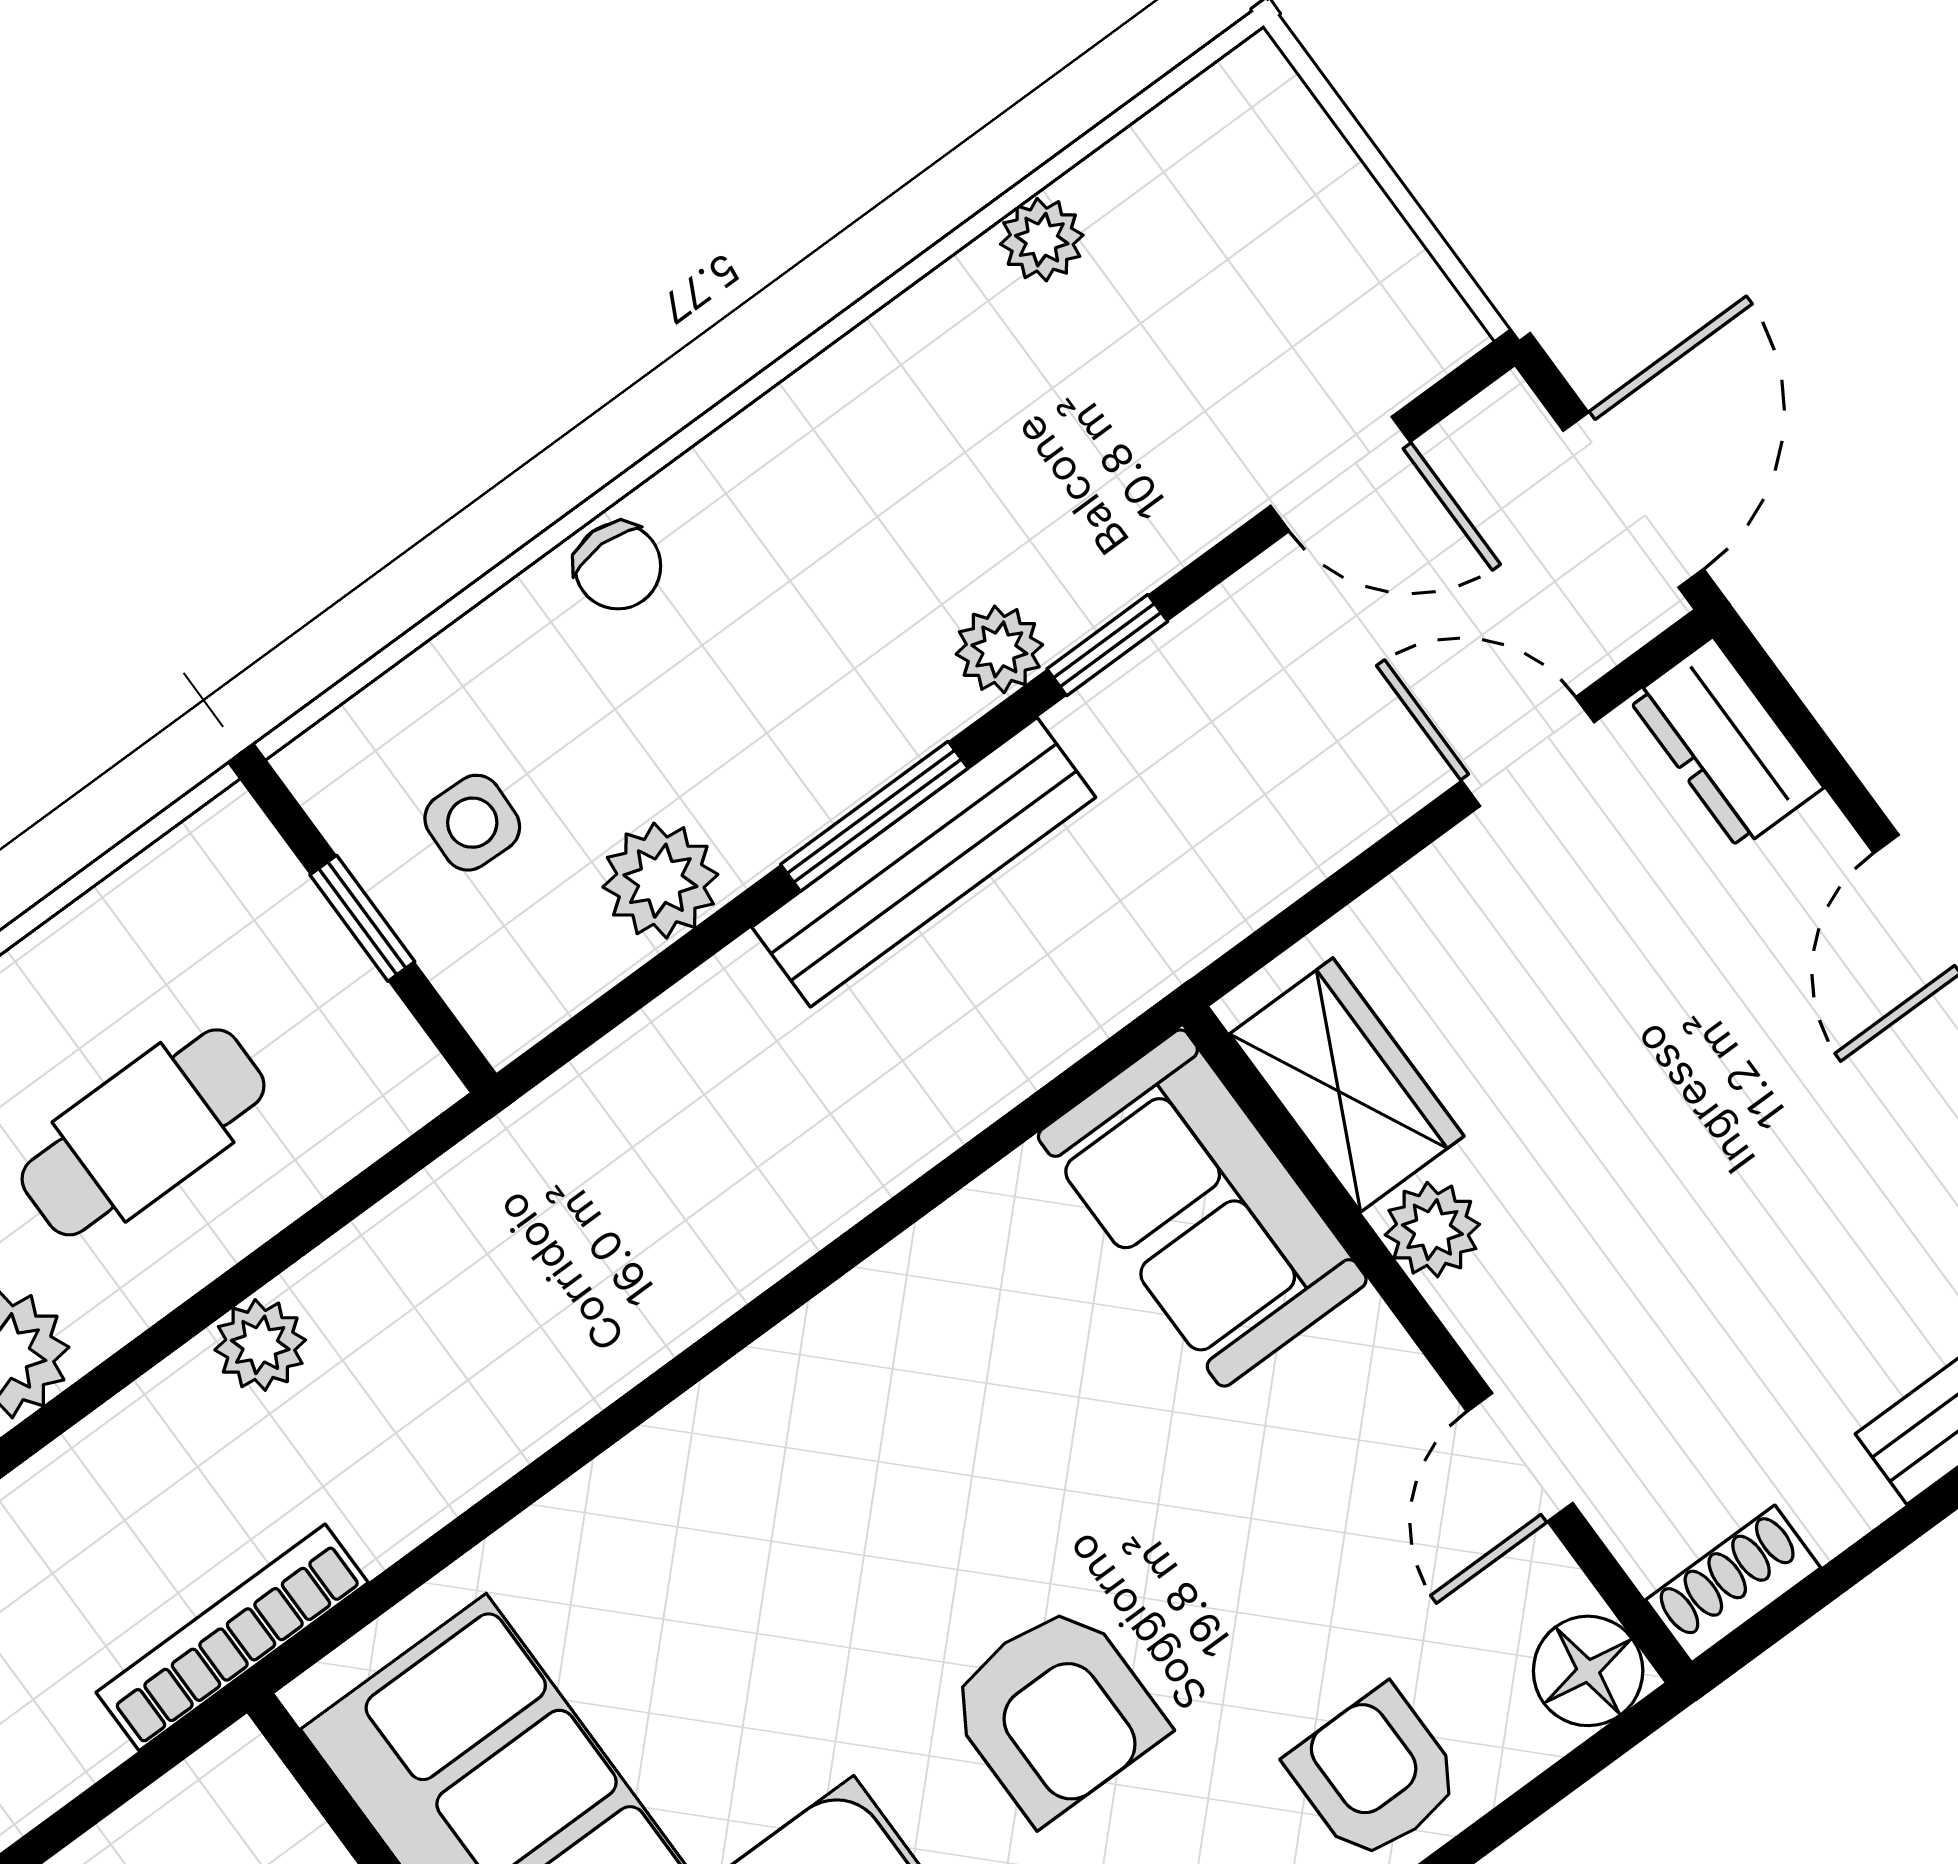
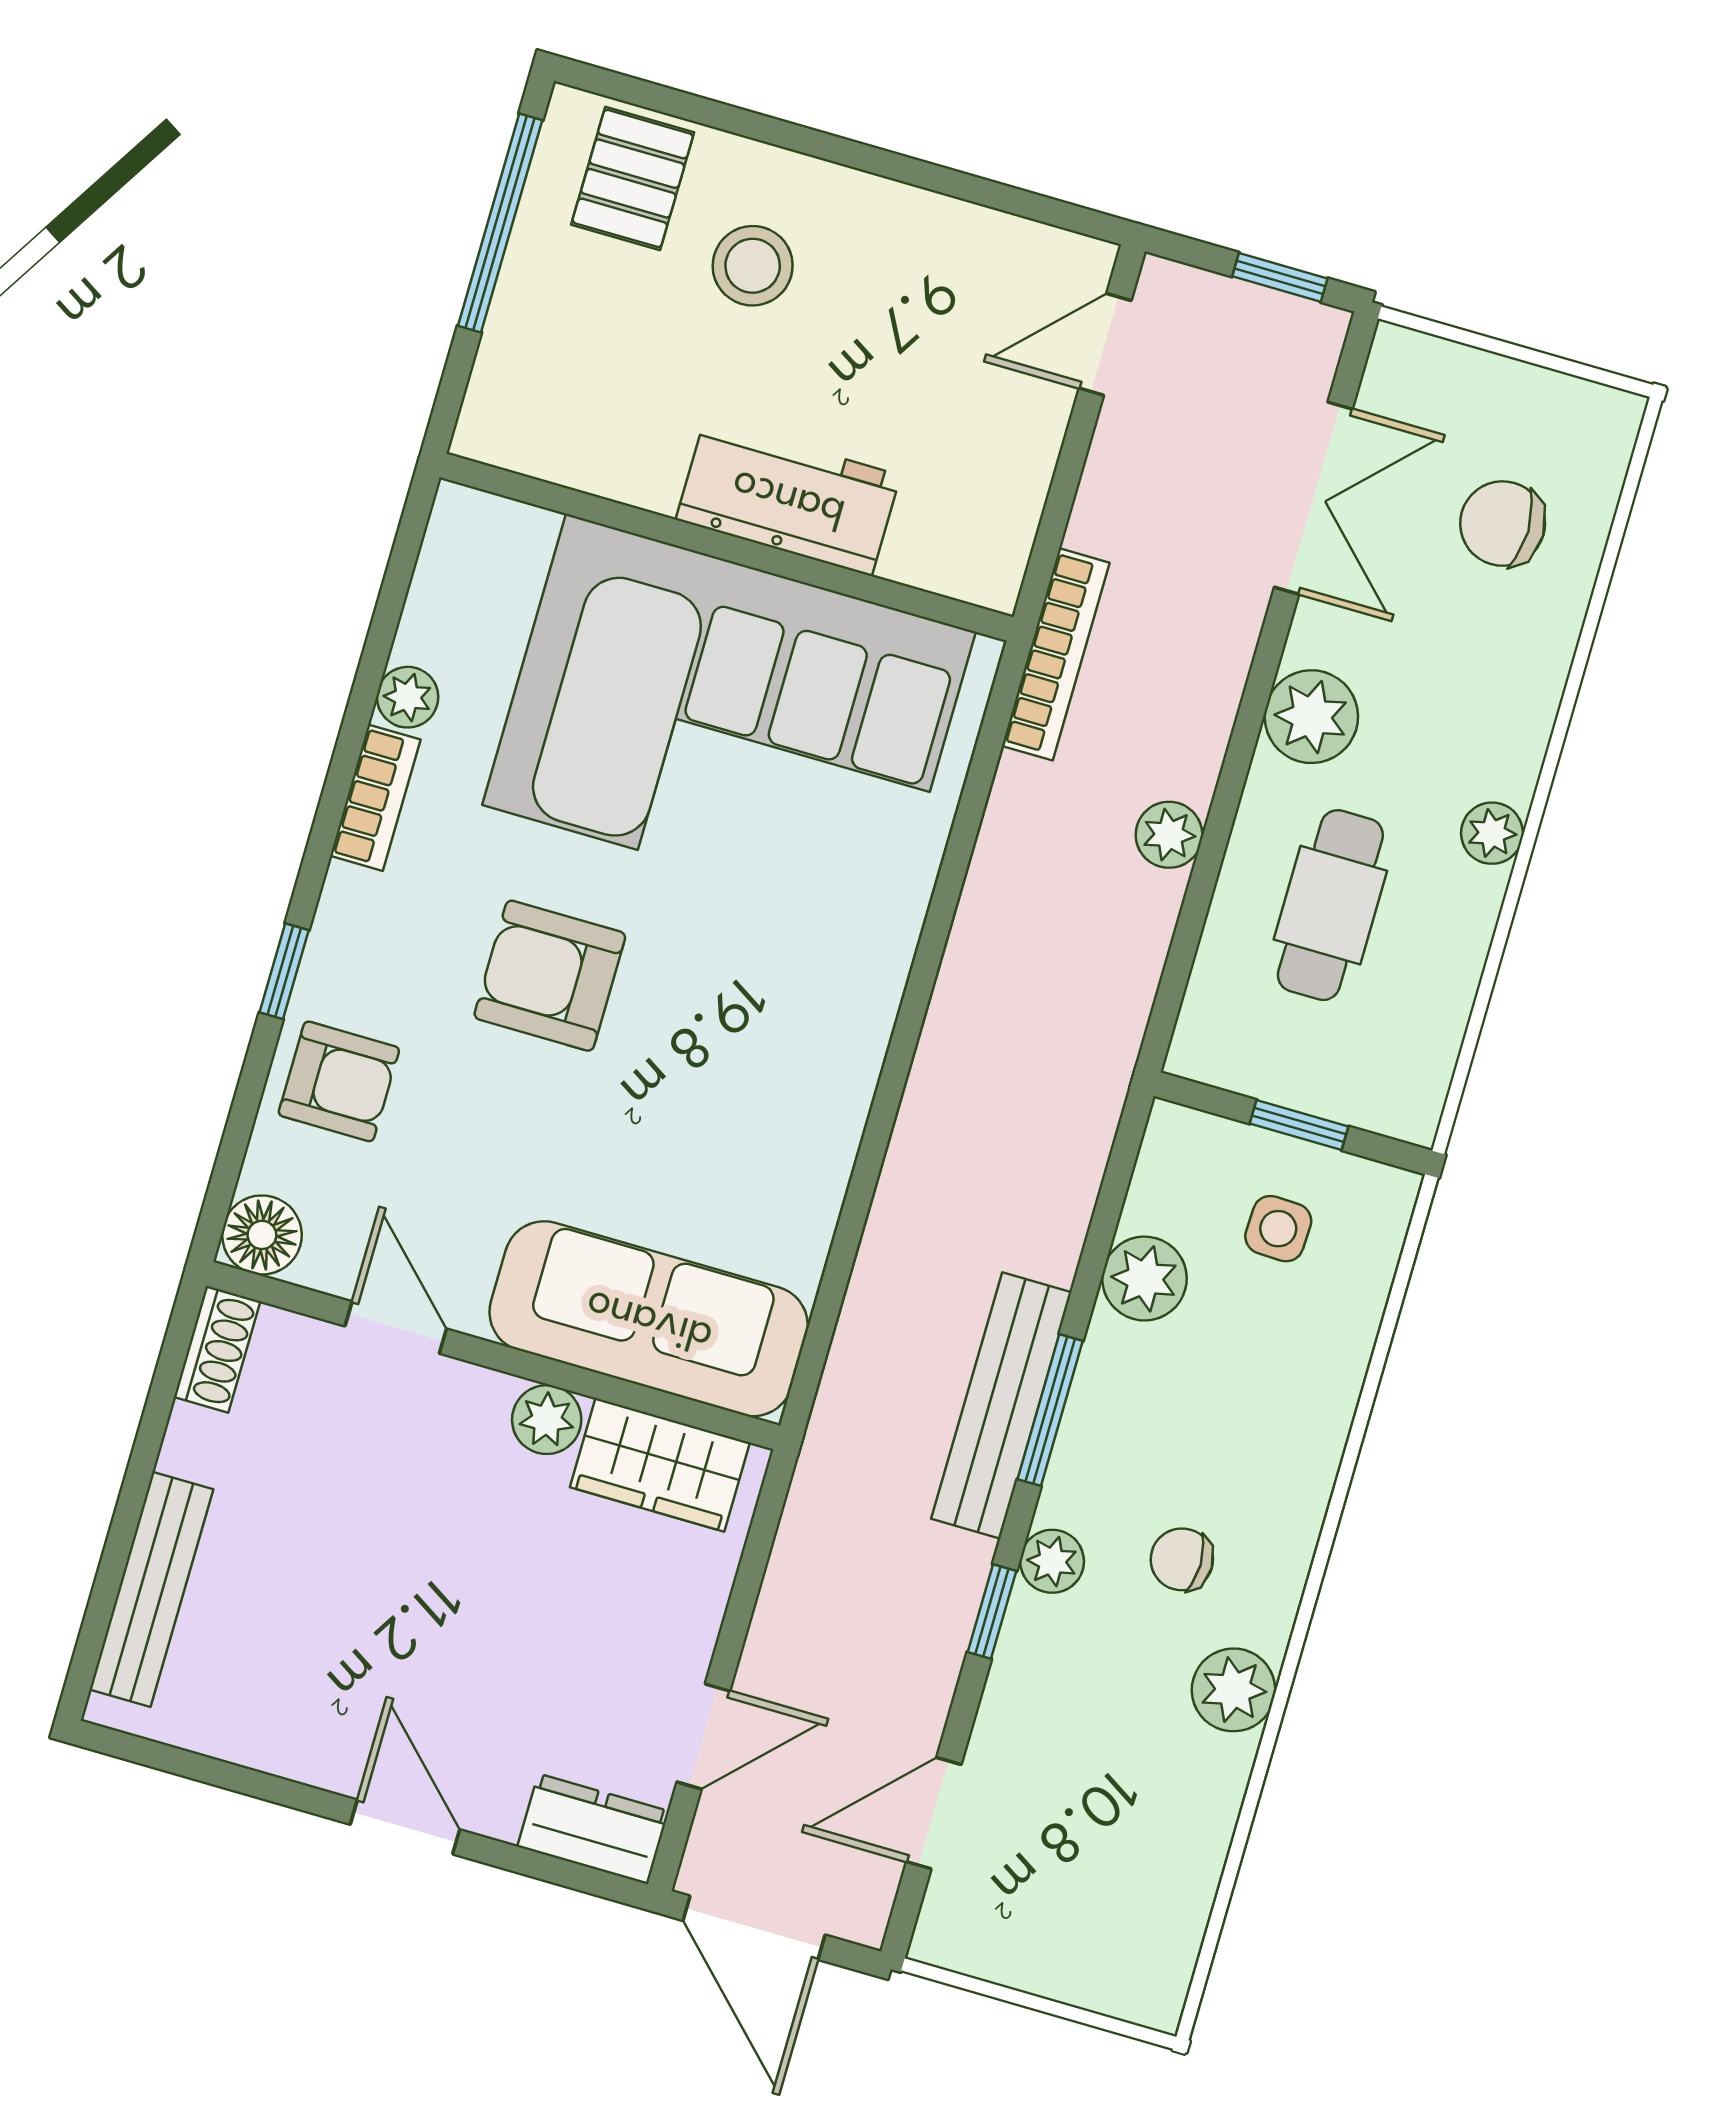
plant: (1042, 240) -> (1233, 1690), moved, width x1.38, depth x1.38
chair: (618, 566) -> (1182, 1559), moved
sofa: (1202, 1208) -> (649, 1319), width x1.36

